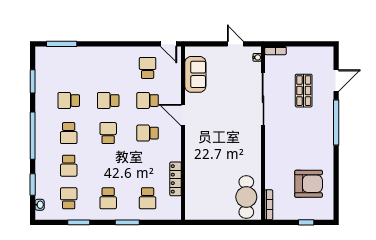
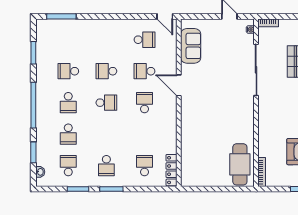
school desk: (148, 68) -> (144, 40), turned 90
school desk: (108, 133) -> (106, 103), turned 90
school desk: (148, 133) -> (144, 103), turned 90
locker: (176, 179) -> (172, 170), moved
school desk: (148, 198) -> (144, 166), turned 180
window: (127, 222) -> (111, 189), moved

